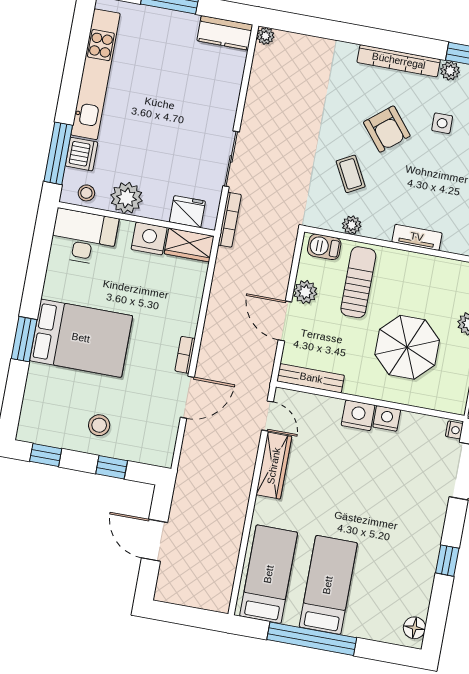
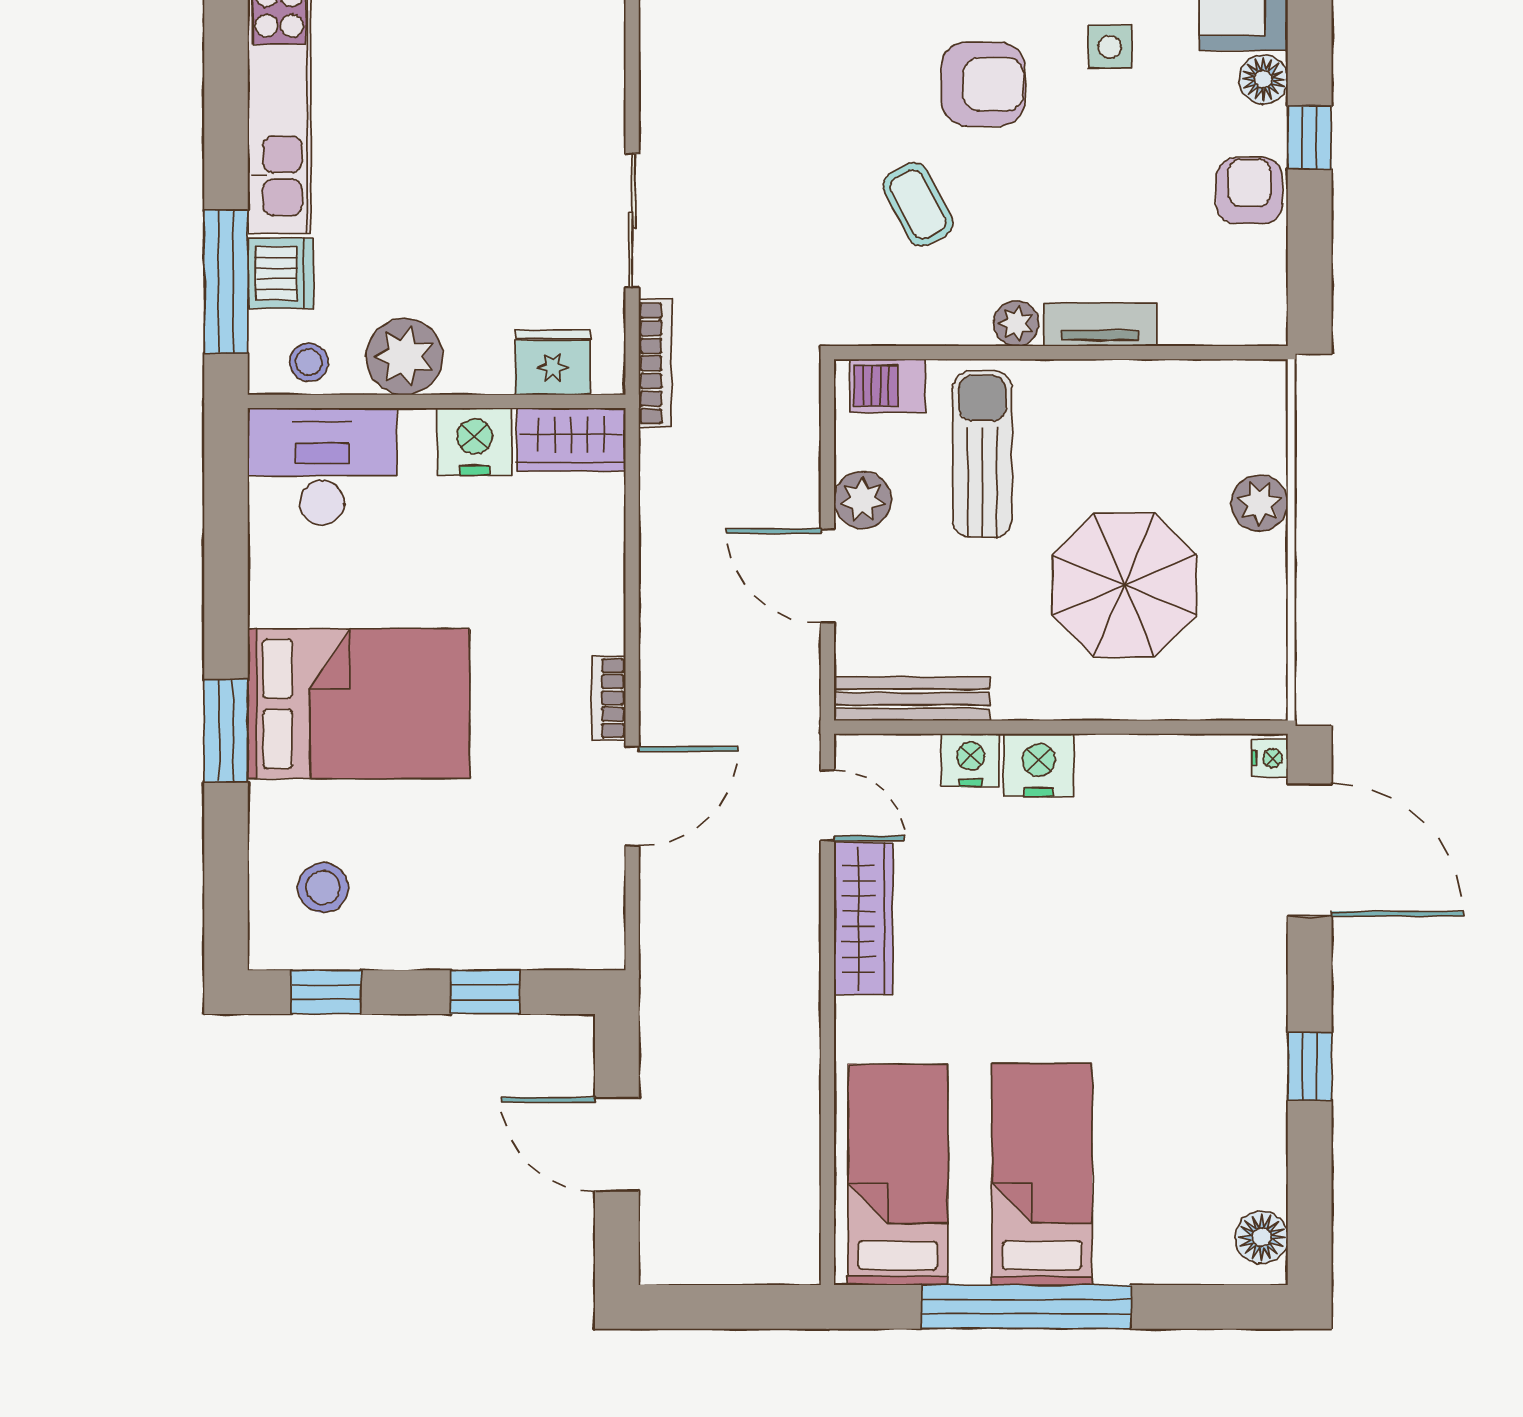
armchair: (387, 129) -> (983, 84), turned -51
plant: (352, 225) -> (1016, 323), moved
nightstand: (387, 418) -> (971, 760), moved
stool: (99, 425) -> (323, 888), moved

